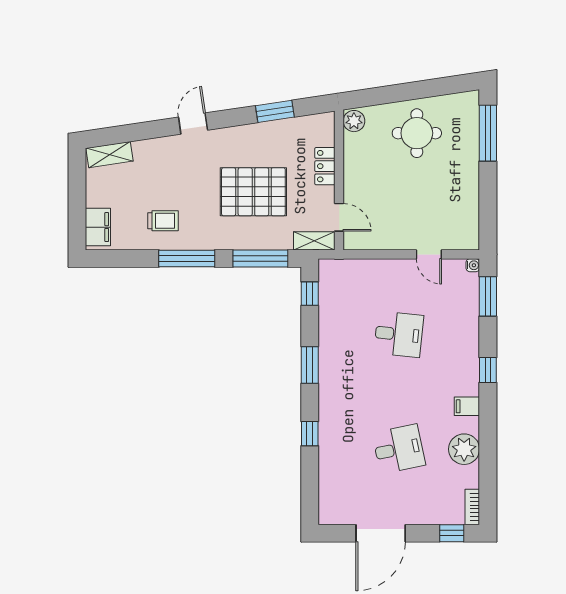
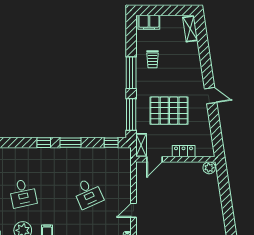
window: (275, 111) -> (215, 123), removed
door: (193, 124) -> (211, 96), moved
round table: (417, 133) -> (202, 203), removed
pallet: (253, 192) -> (169, 111), turned 90
desk: (399, 334) -> (88, 193), turned -30
window: (310, 434) -> (44, 143), moved

